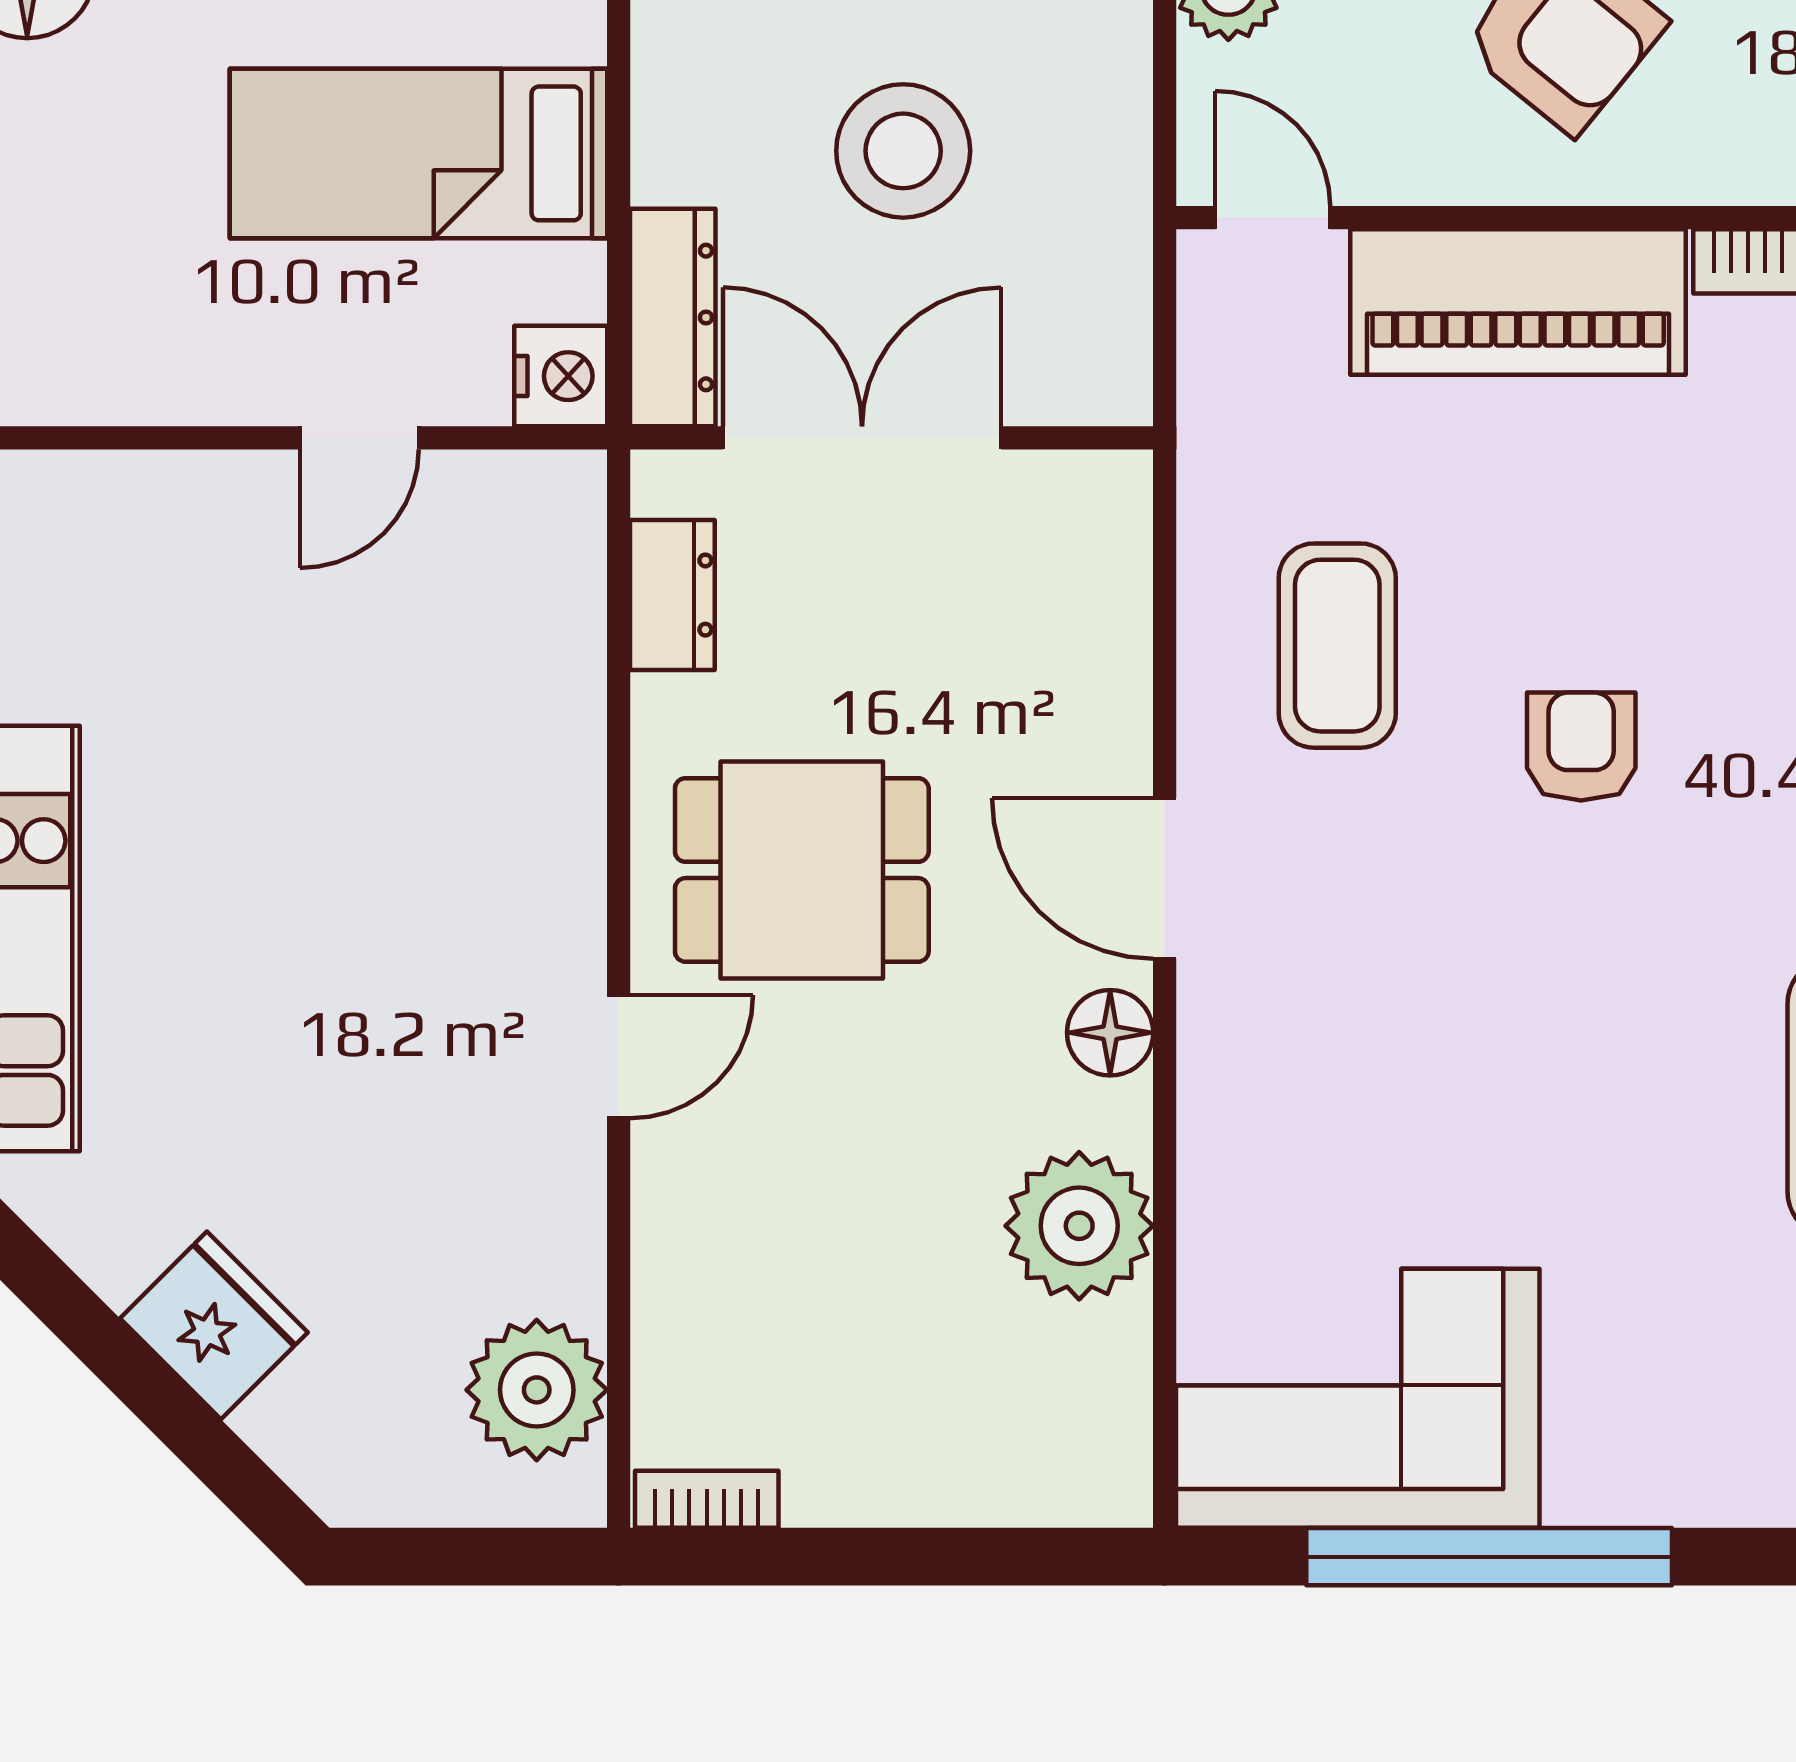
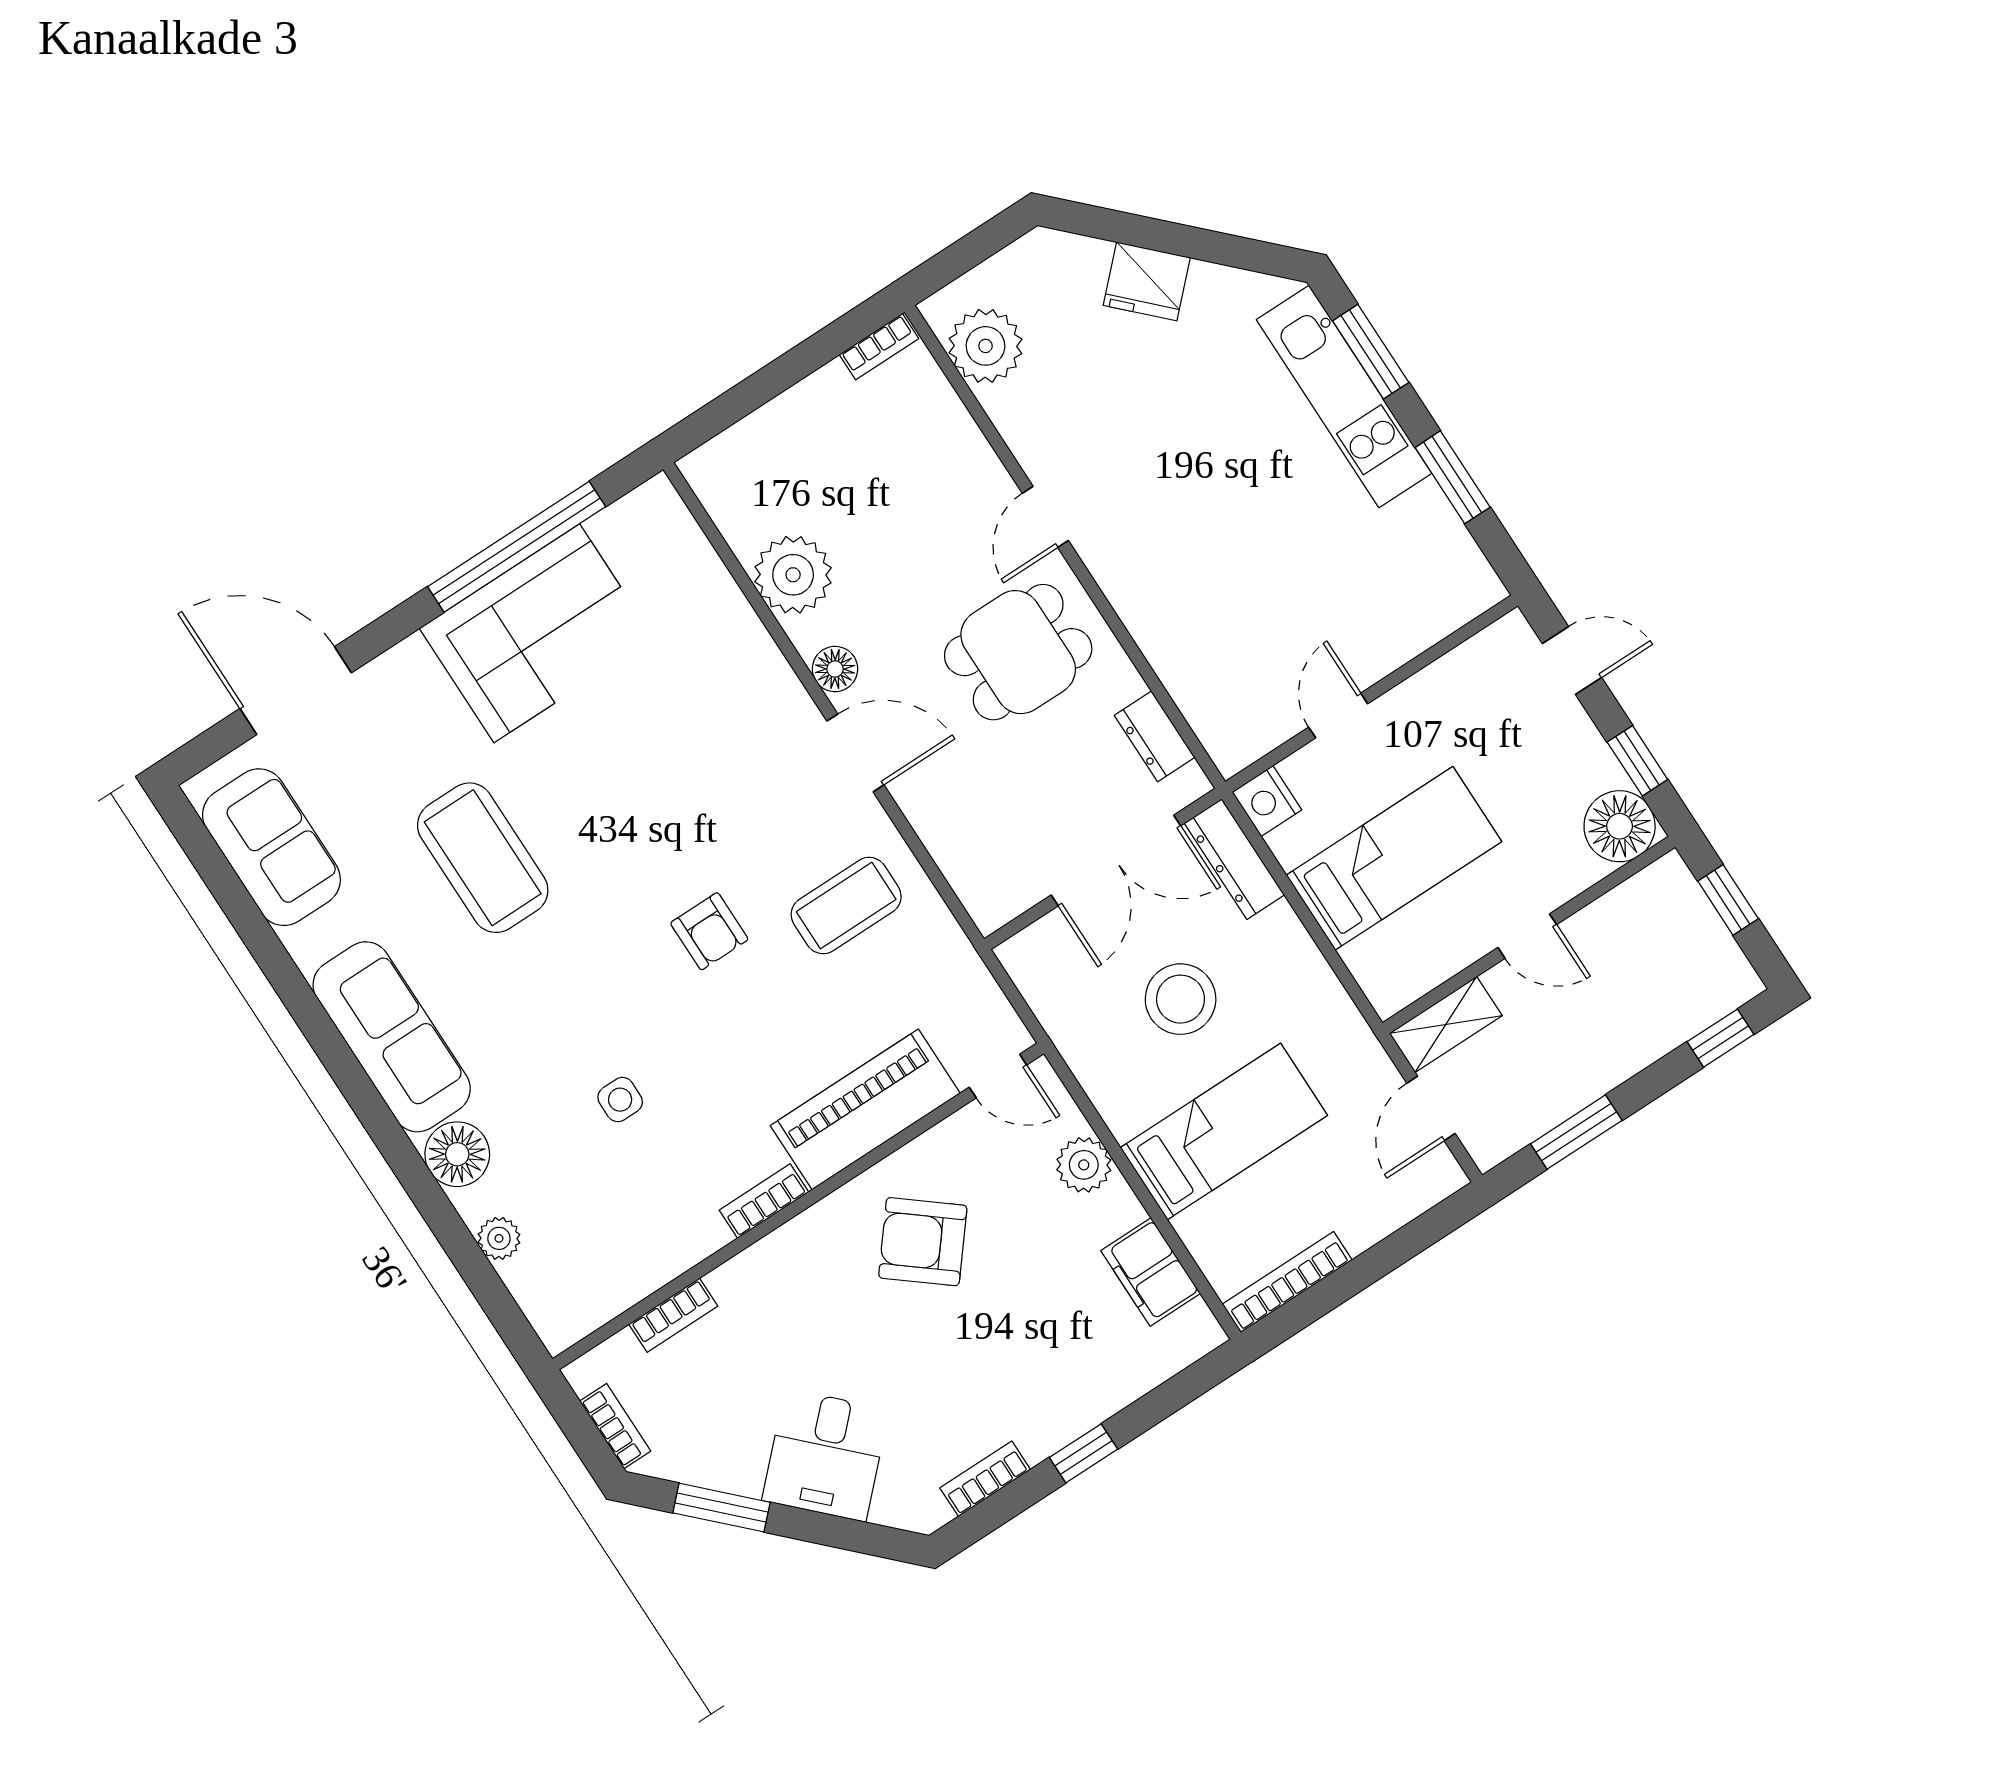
coffee table: (1337, 646) -> (846, 906), turned 90
corner sofa: (1358, 1398) -> (537, 633), moved

